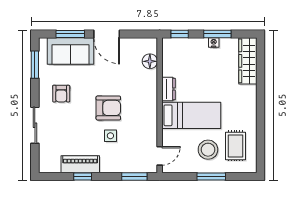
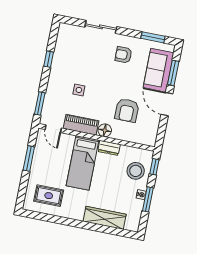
door: (107, 34) -> (167, 104), hinge flipped
floor lamp: (150, 61) -> (105, 130), moved
wardrobe: (248, 61) -> (105, 218), moved
armchair: (108, 108) -> (127, 110), moved
stool: (208, 150) -> (136, 171), moved
piano: (80, 164) -> (81, 125), moved, turned -90
window: (211, 176) -> (29, 159), moved

